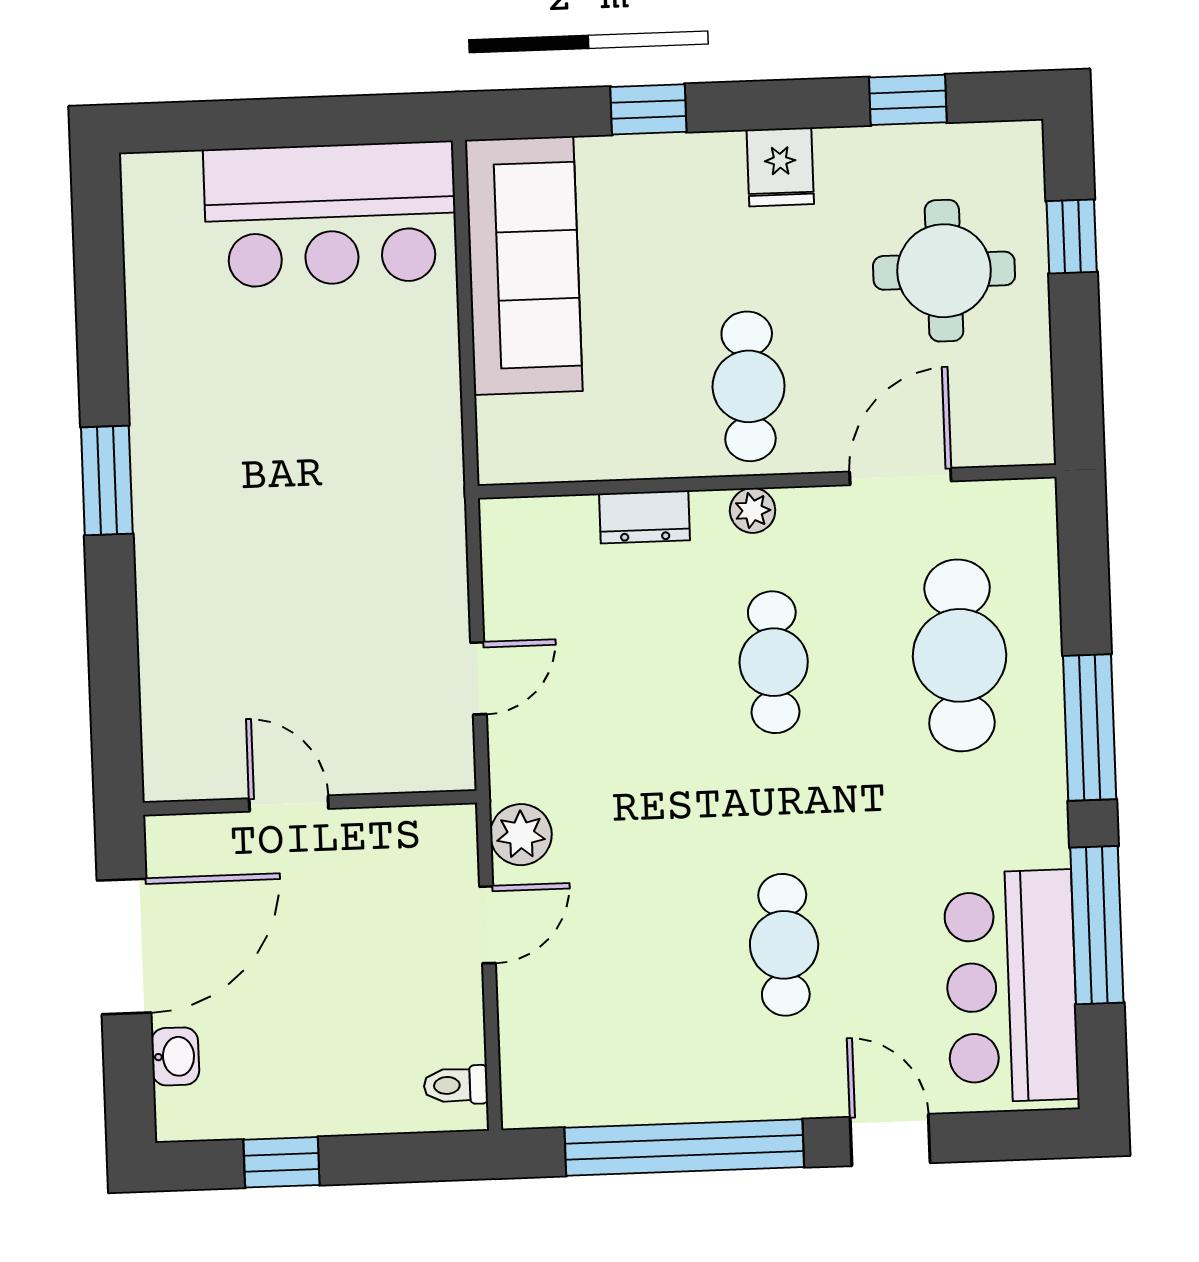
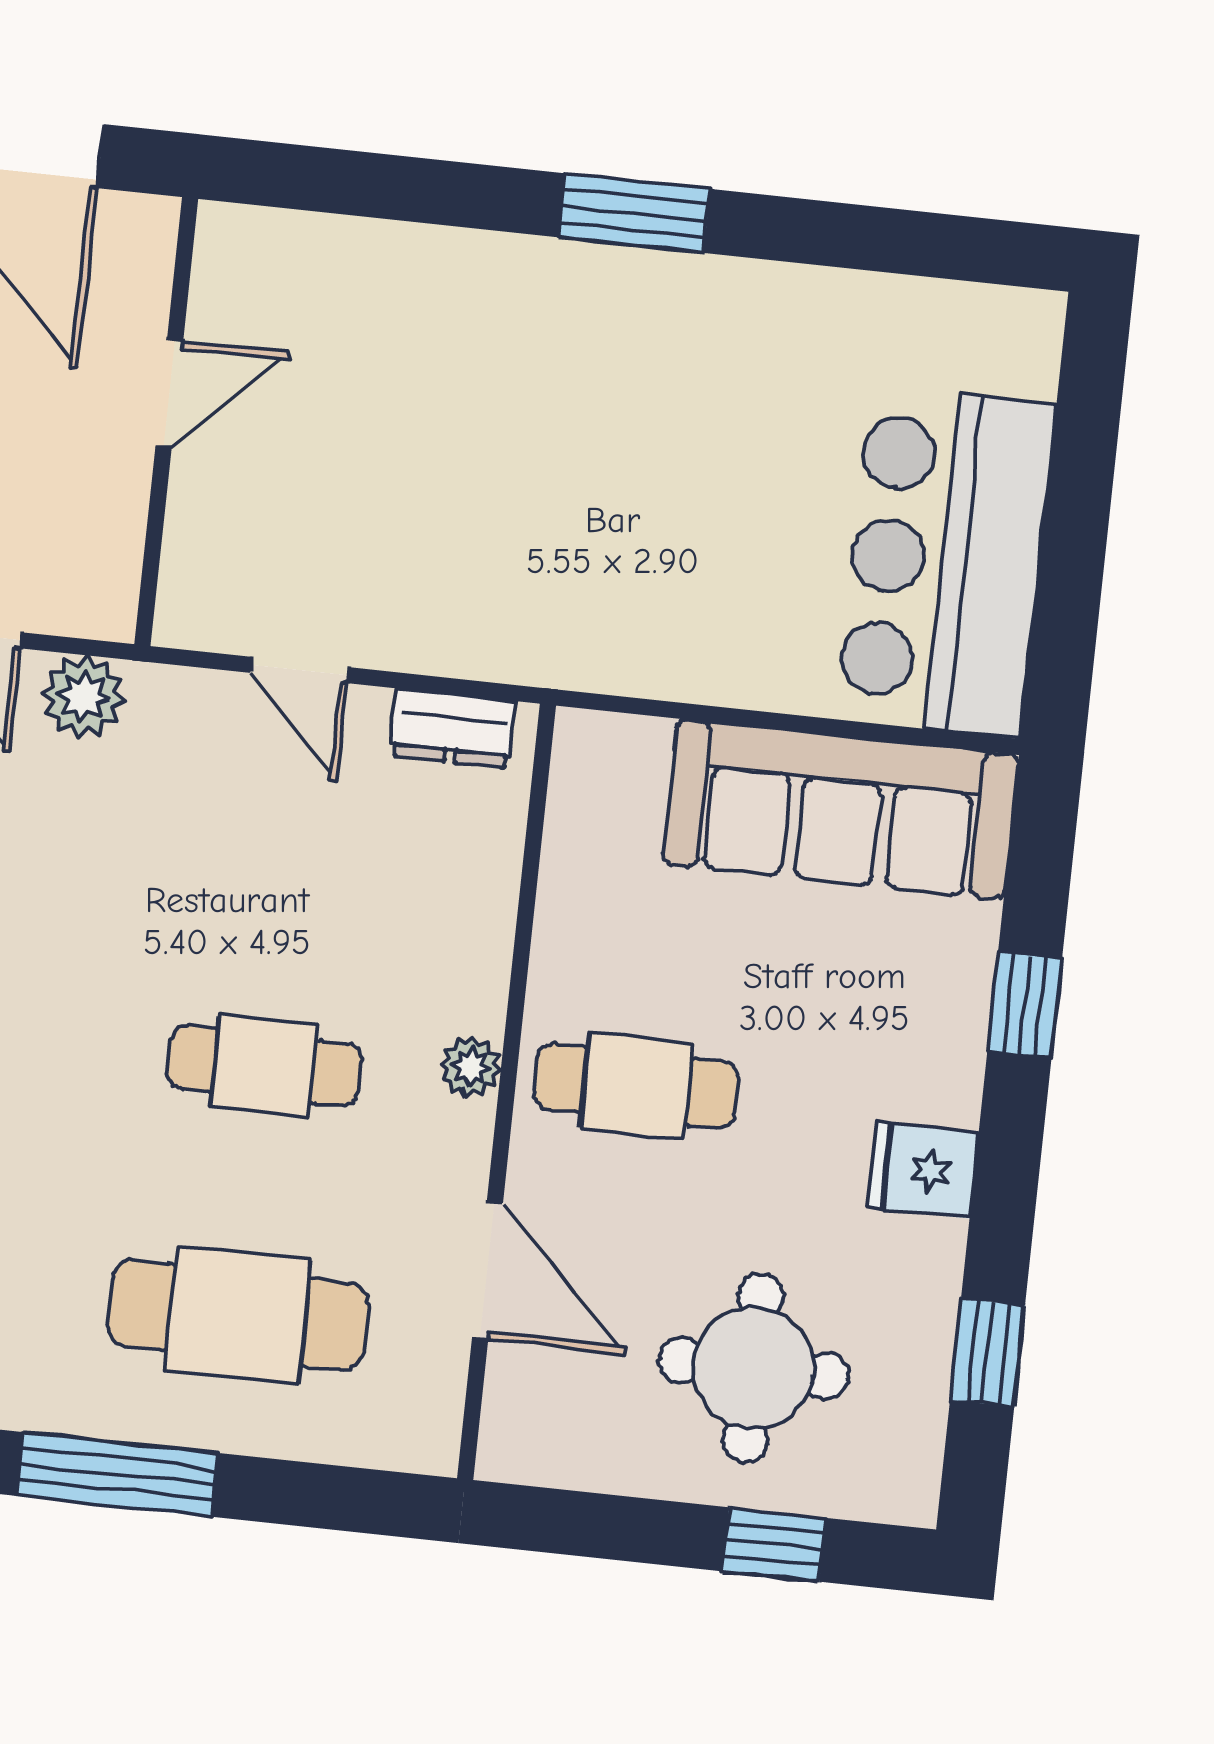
dresser: (644, 517) -> (453, 728), moved, turned -90

